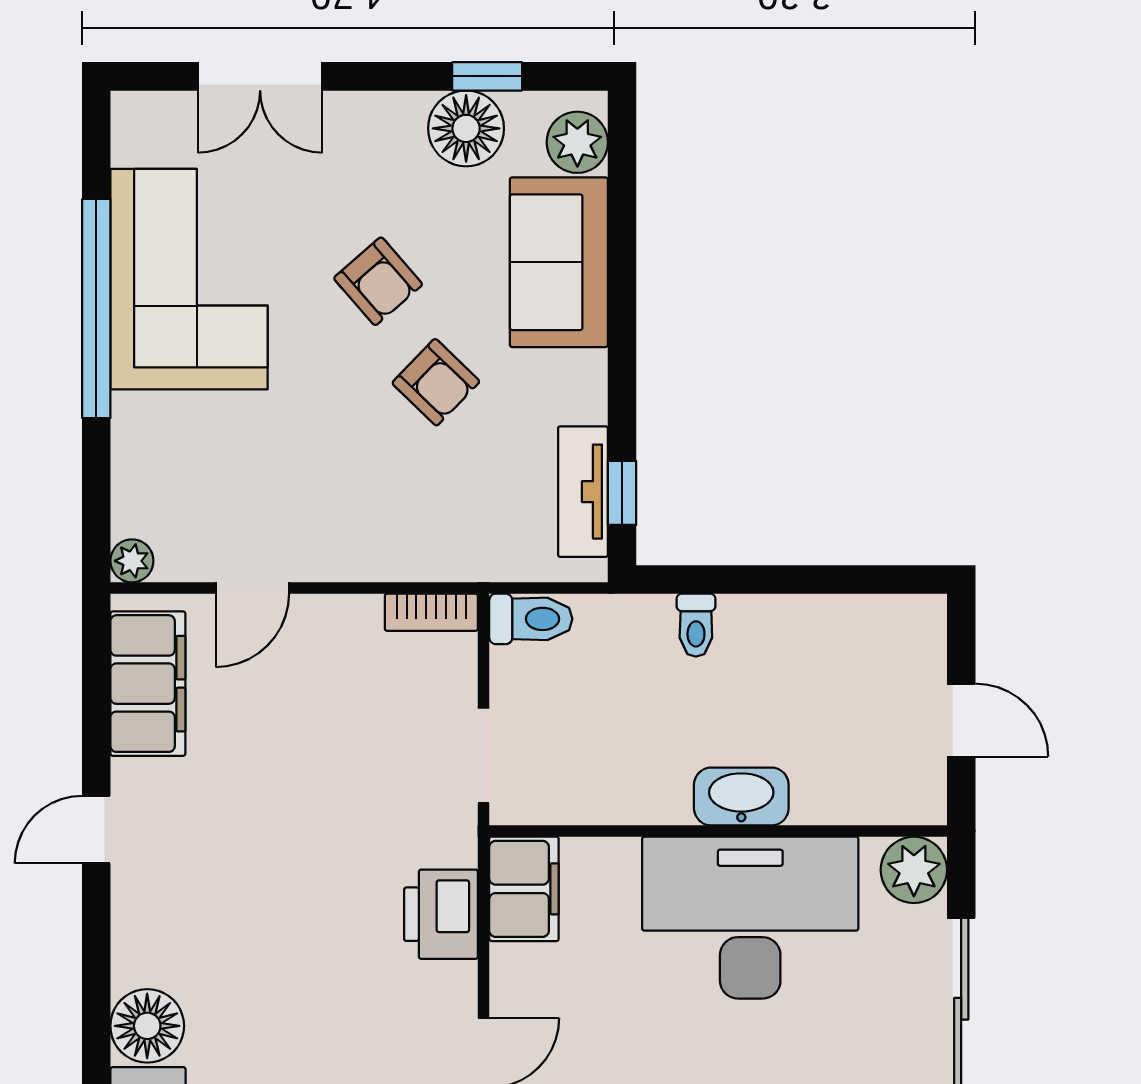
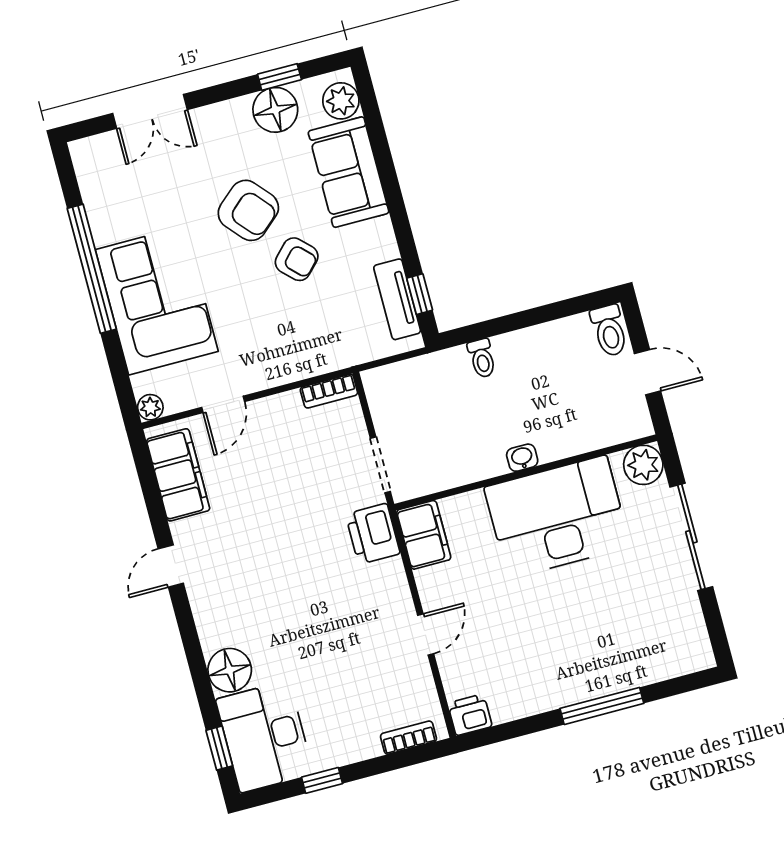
corner sofa: (189, 279) -> (157, 300), moved
armchair: (378, 281) -> (248, 210), width x1.38, depth x1.38
toilet: (531, 619) -> (609, 331), moved, turned 90
washbasin: (741, 796) -> (522, 458), width x0.52, depth x0.69
printer: (441, 914) -> (373, 534), moved

